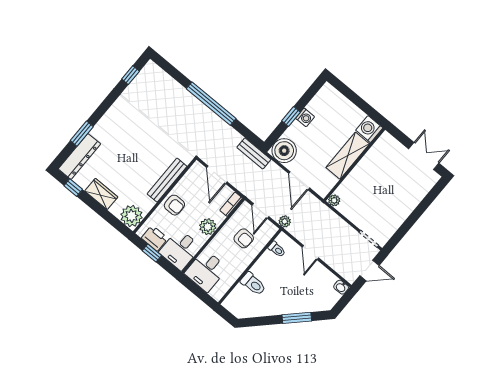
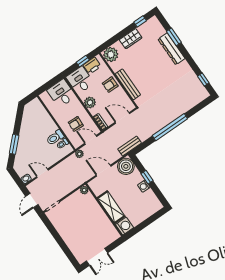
dresser: (79, 156) -> (171, 49), moved
door: (310, 253) -> (42, 173), moved
toilet: (253, 284) -> (55, 138), moved

